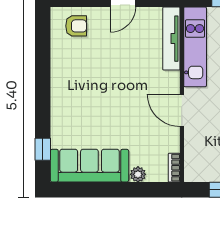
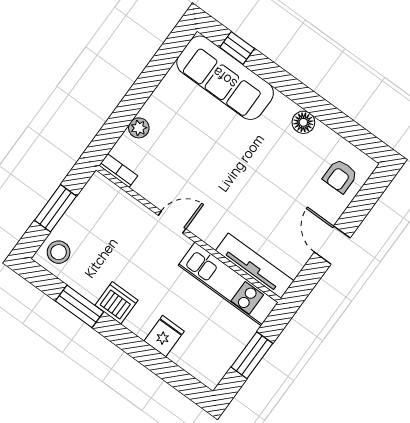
floor lamp: (59, 74) -> (303, 122), added
door: (182, 110) -> (172, 222), width x0.73
sofa: (89, 166) -> (225, 78), moved, turned 90

